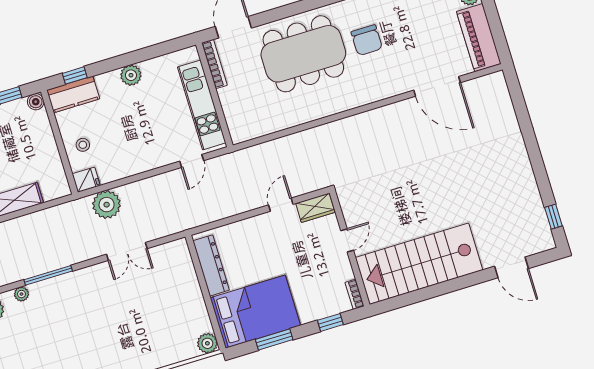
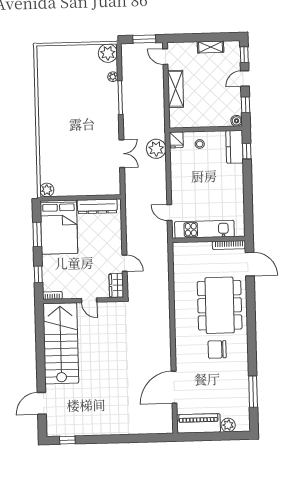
plant: (131, 75) -> (237, 188), removed
double door: (127, 251) -> (122, 154), swing flipped

